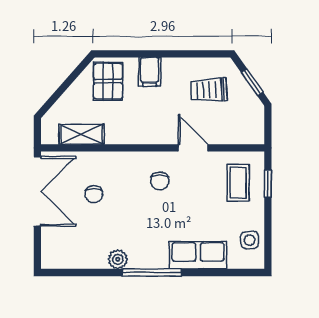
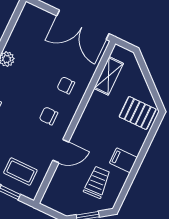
filing cabinet: (150, 72) -> (123, 160), moved
chair: (94, 194) -> (66, 85), moved

